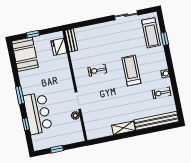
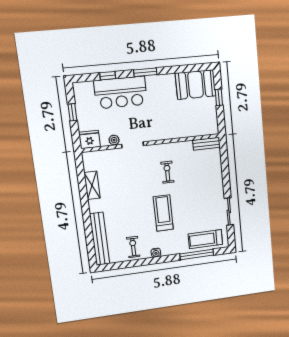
window: (165, 39) -> (197, 254), width x2.17
fridge: (59, 47) -> (90, 140), moved
treadmill: (131, 71) -> (163, 213), turned -90
shelving: (123, 128) -> (92, 185), moved

